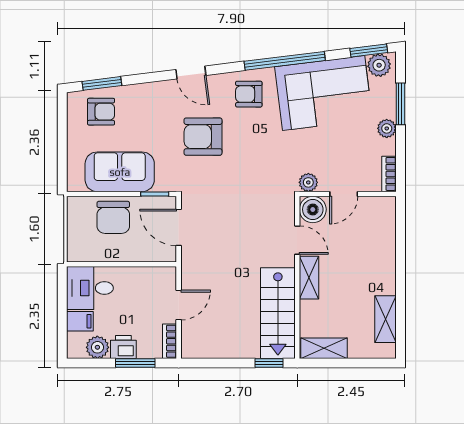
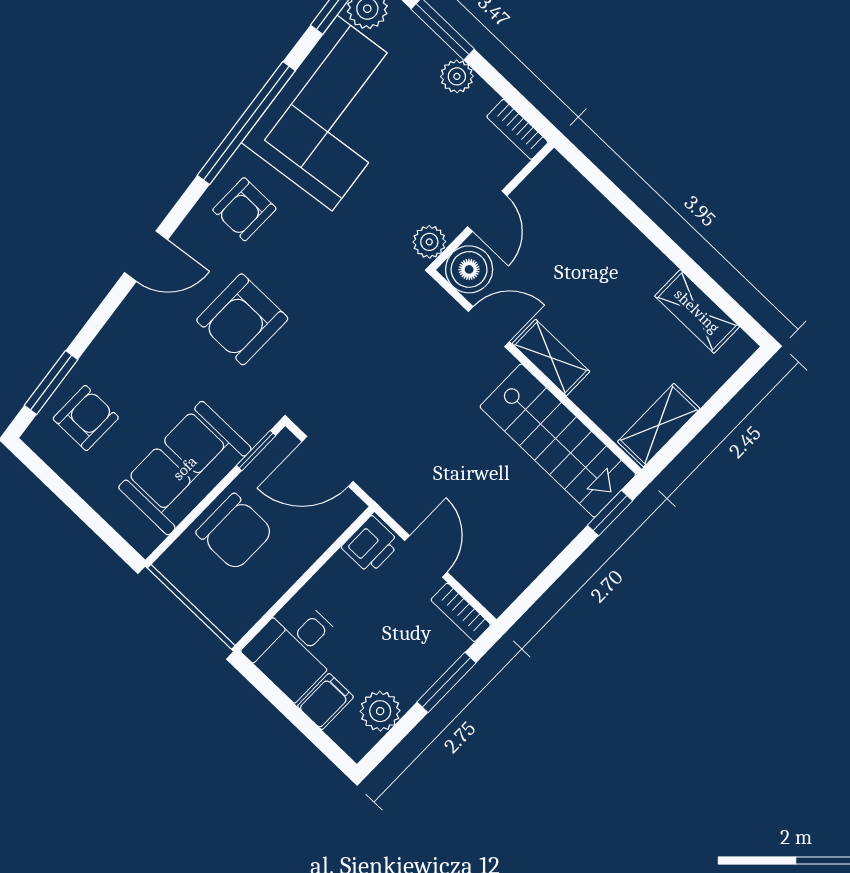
printer: (123, 347) -> (371, 545), moved, turned 180

